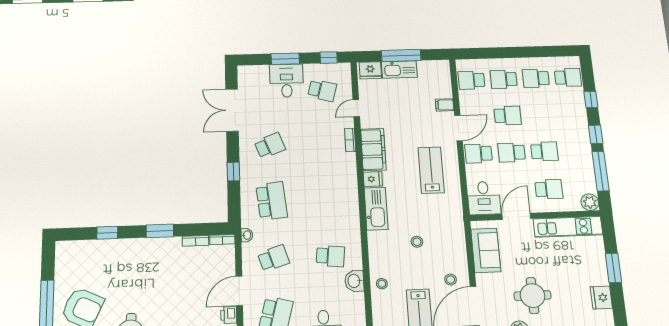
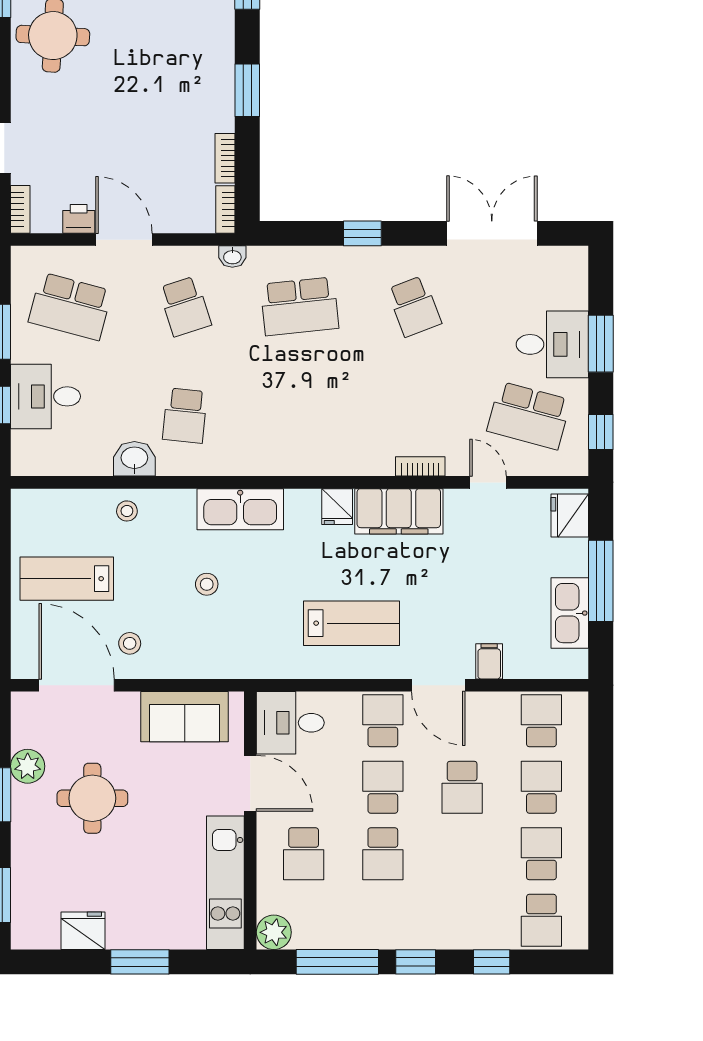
kitchen sink: (399, 69) -> (570, 613), moved
school desk: (322, 90) -> (529, 416), width x1.85
kitchen sink: (376, 209) -> (240, 509), moved

